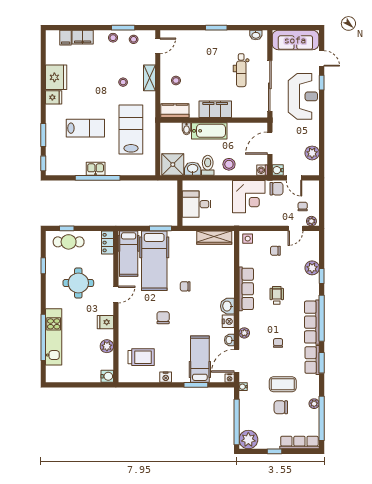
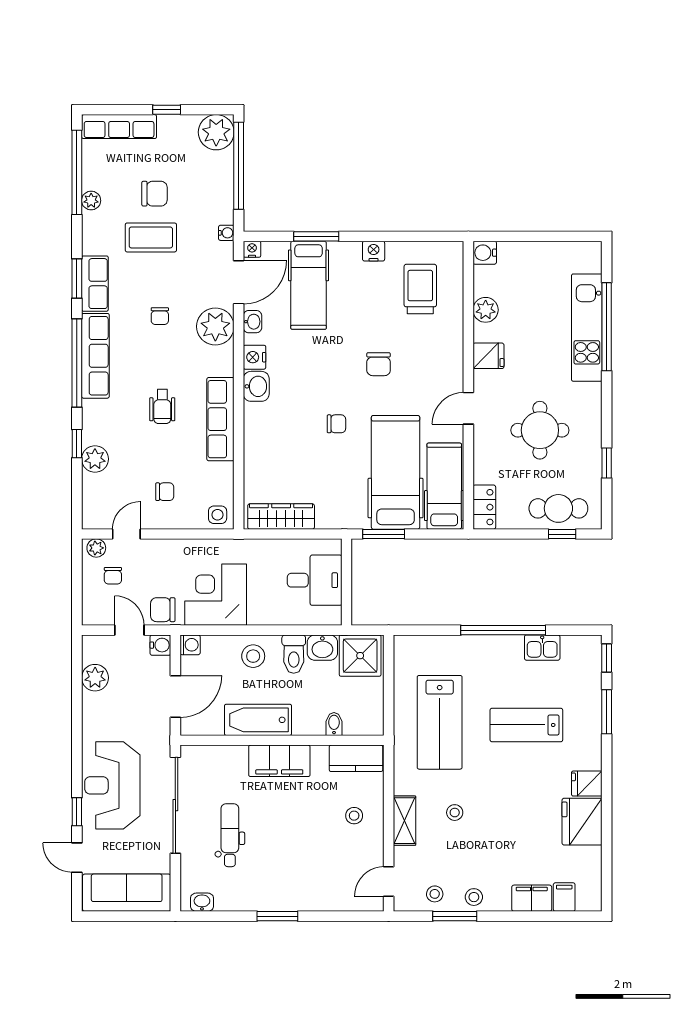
bathtub: (209, 131) -> (258, 720), moved
kitchen sink: (96, 169) -> (542, 648), moved
plant: (244, 333) -> (215, 326), width x1.88, depth x1.88
trolley: (141, 357) -> (420, 289), turned 90

